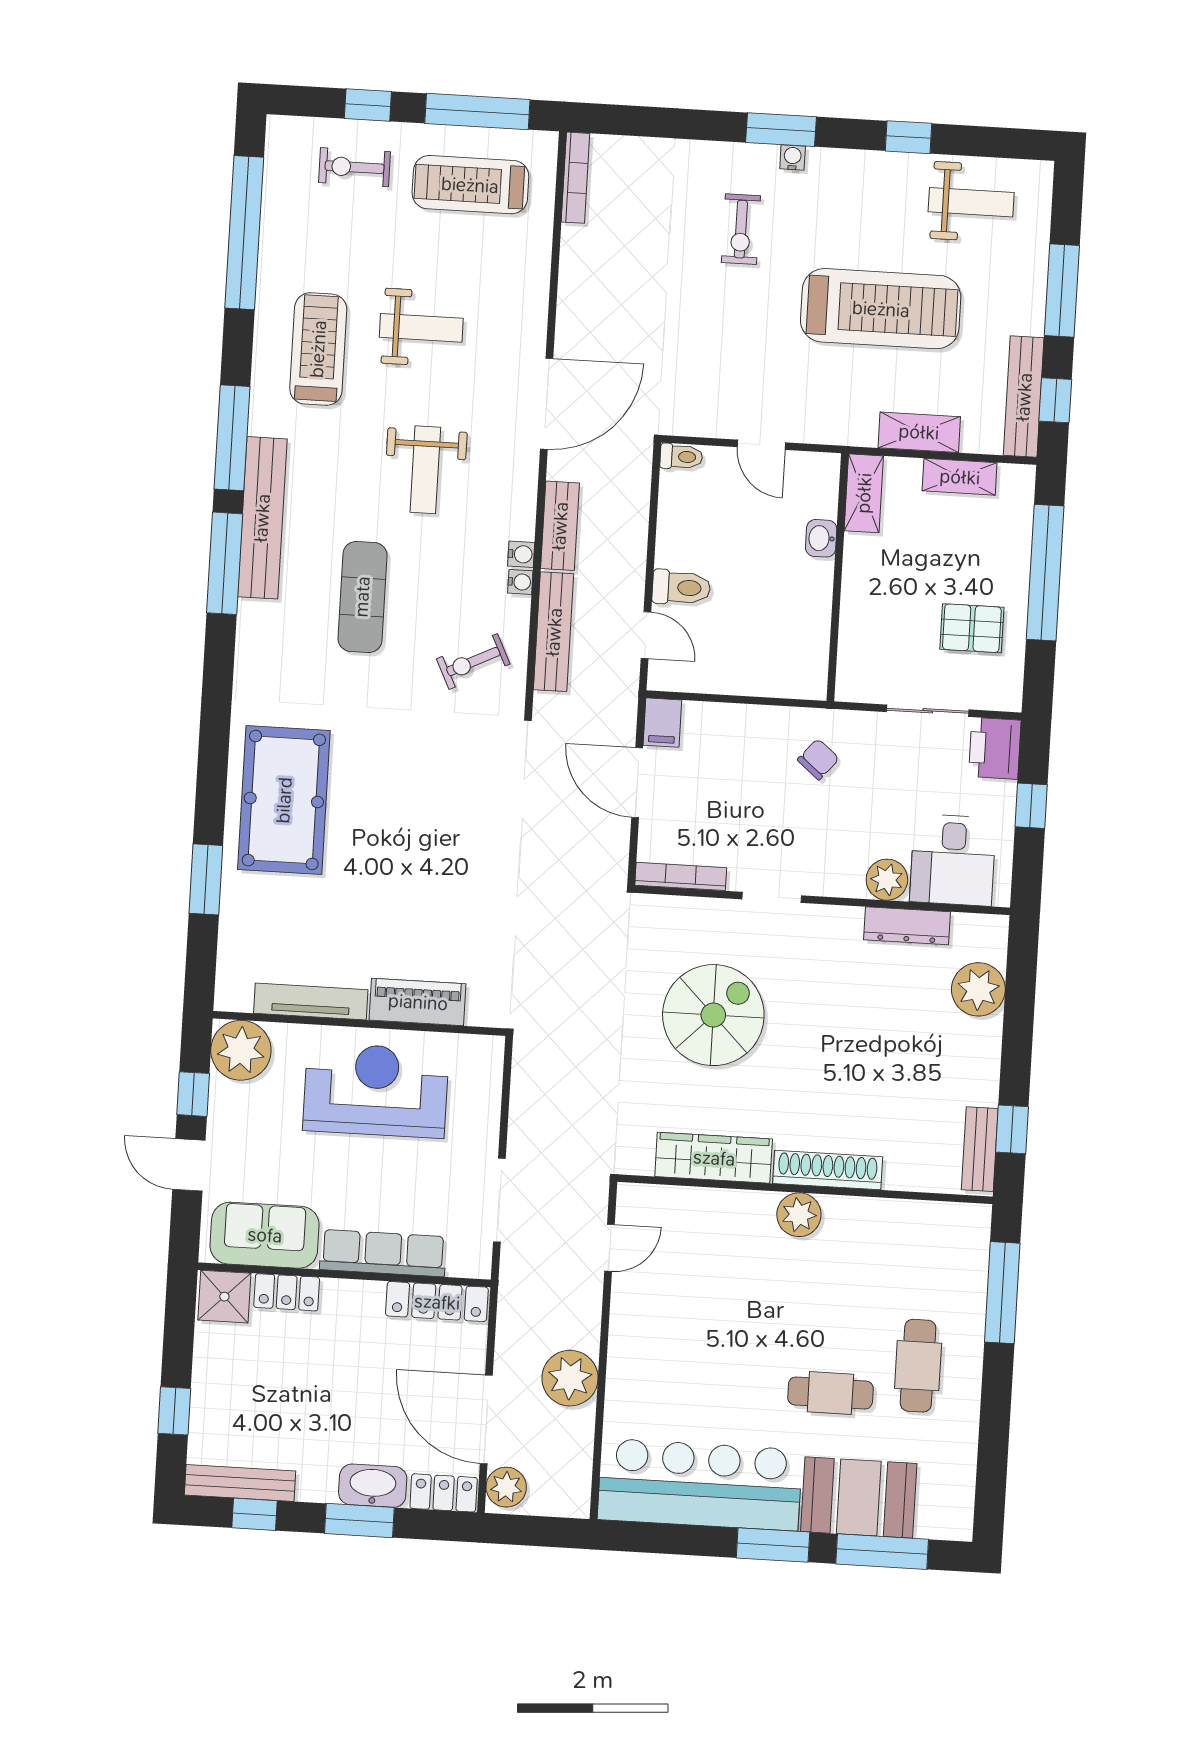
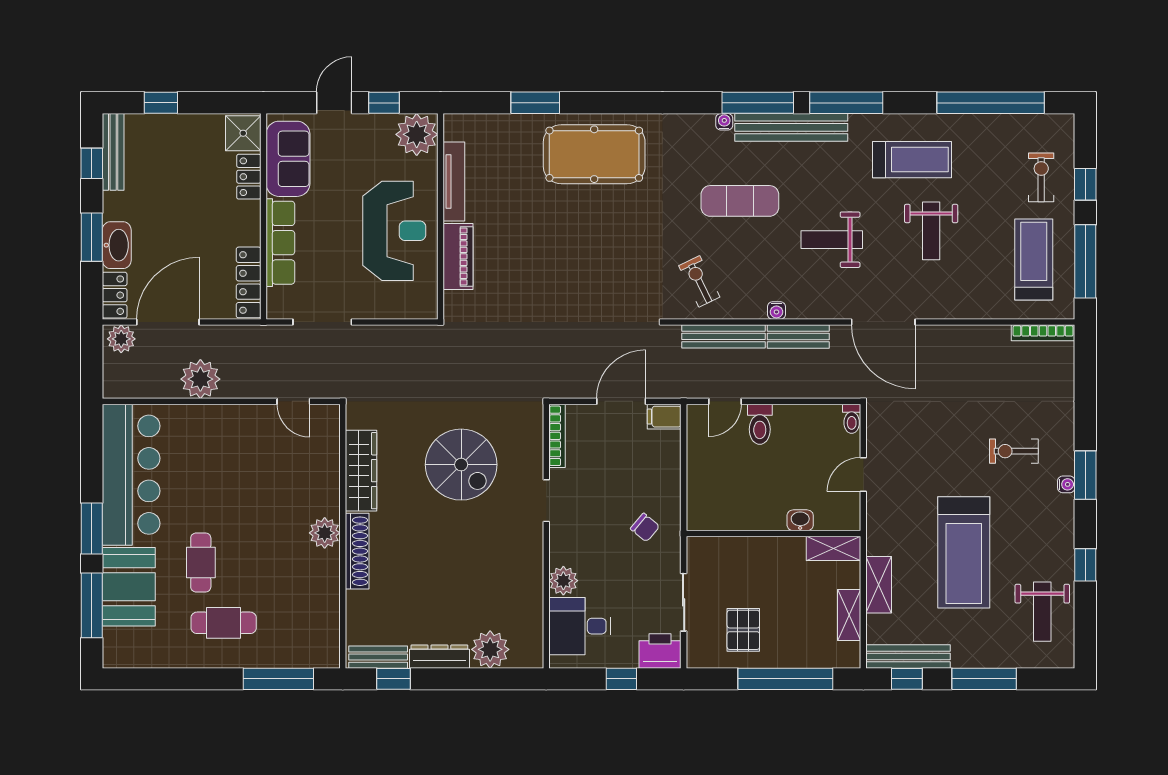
water cooler: (520, 582) -> (724, 122), moved, turned 180
dresser: (907, 926) -> (439, 657), moved, turned 90

